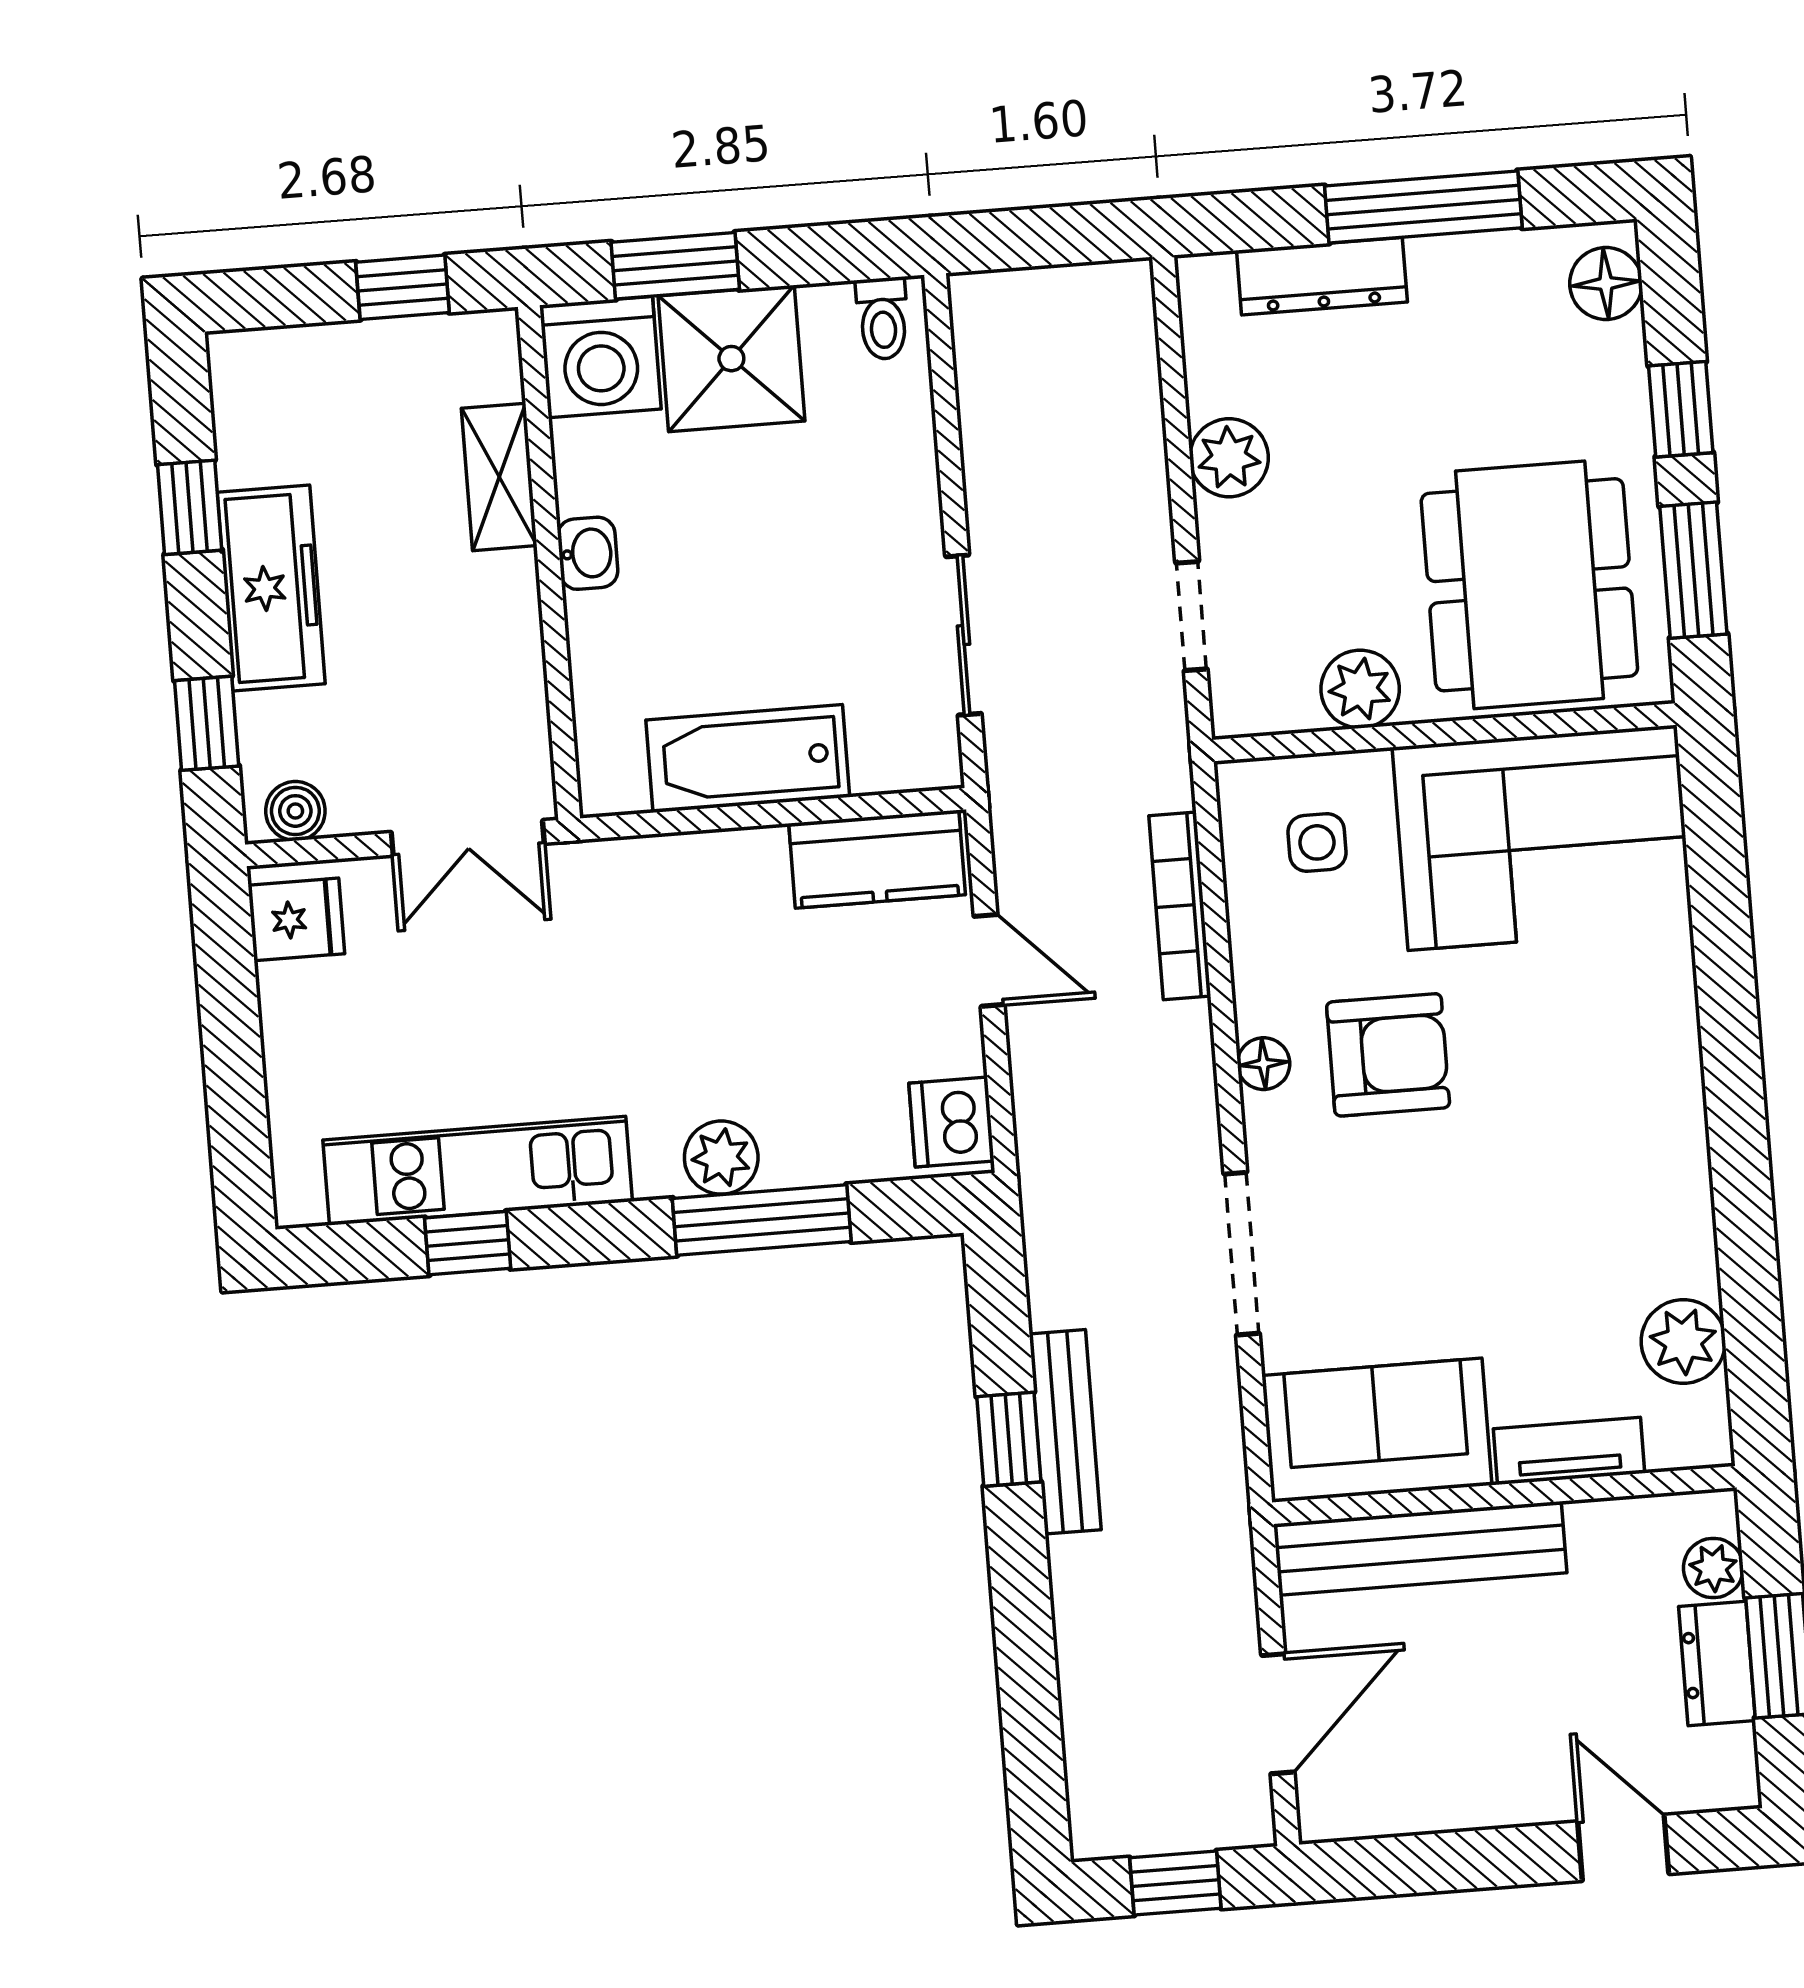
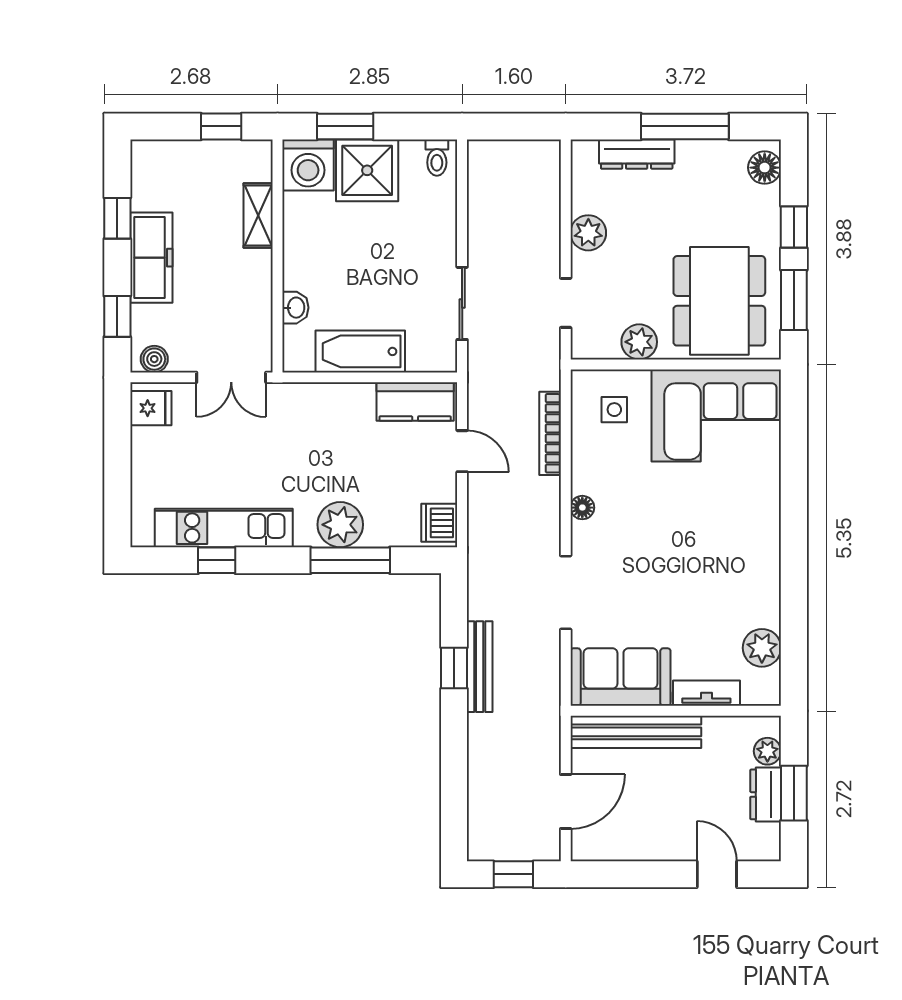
washbasin: (588, 553) -> (295, 308), moved
armchair: (1388, 1055) -> (639, 508), removed
plant: (721, 1158) -> (340, 525), width x1.36, depth x1.36

